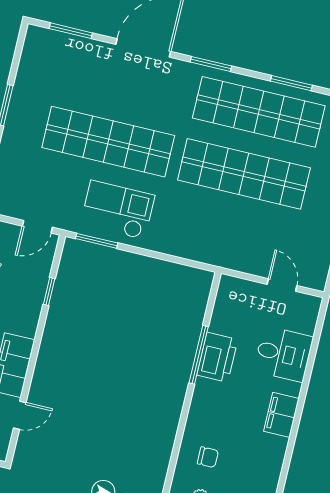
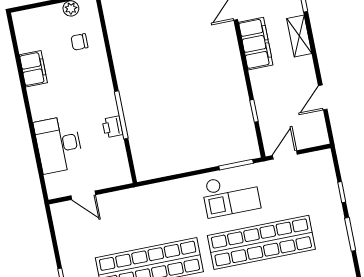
desk: (283, 354) -> (59, 144), width x1.37
printer: (217, 357) -> (112, 127), width x0.53, depth x0.68
filing cabinet: (281, 415) -> (33, 69), moved

